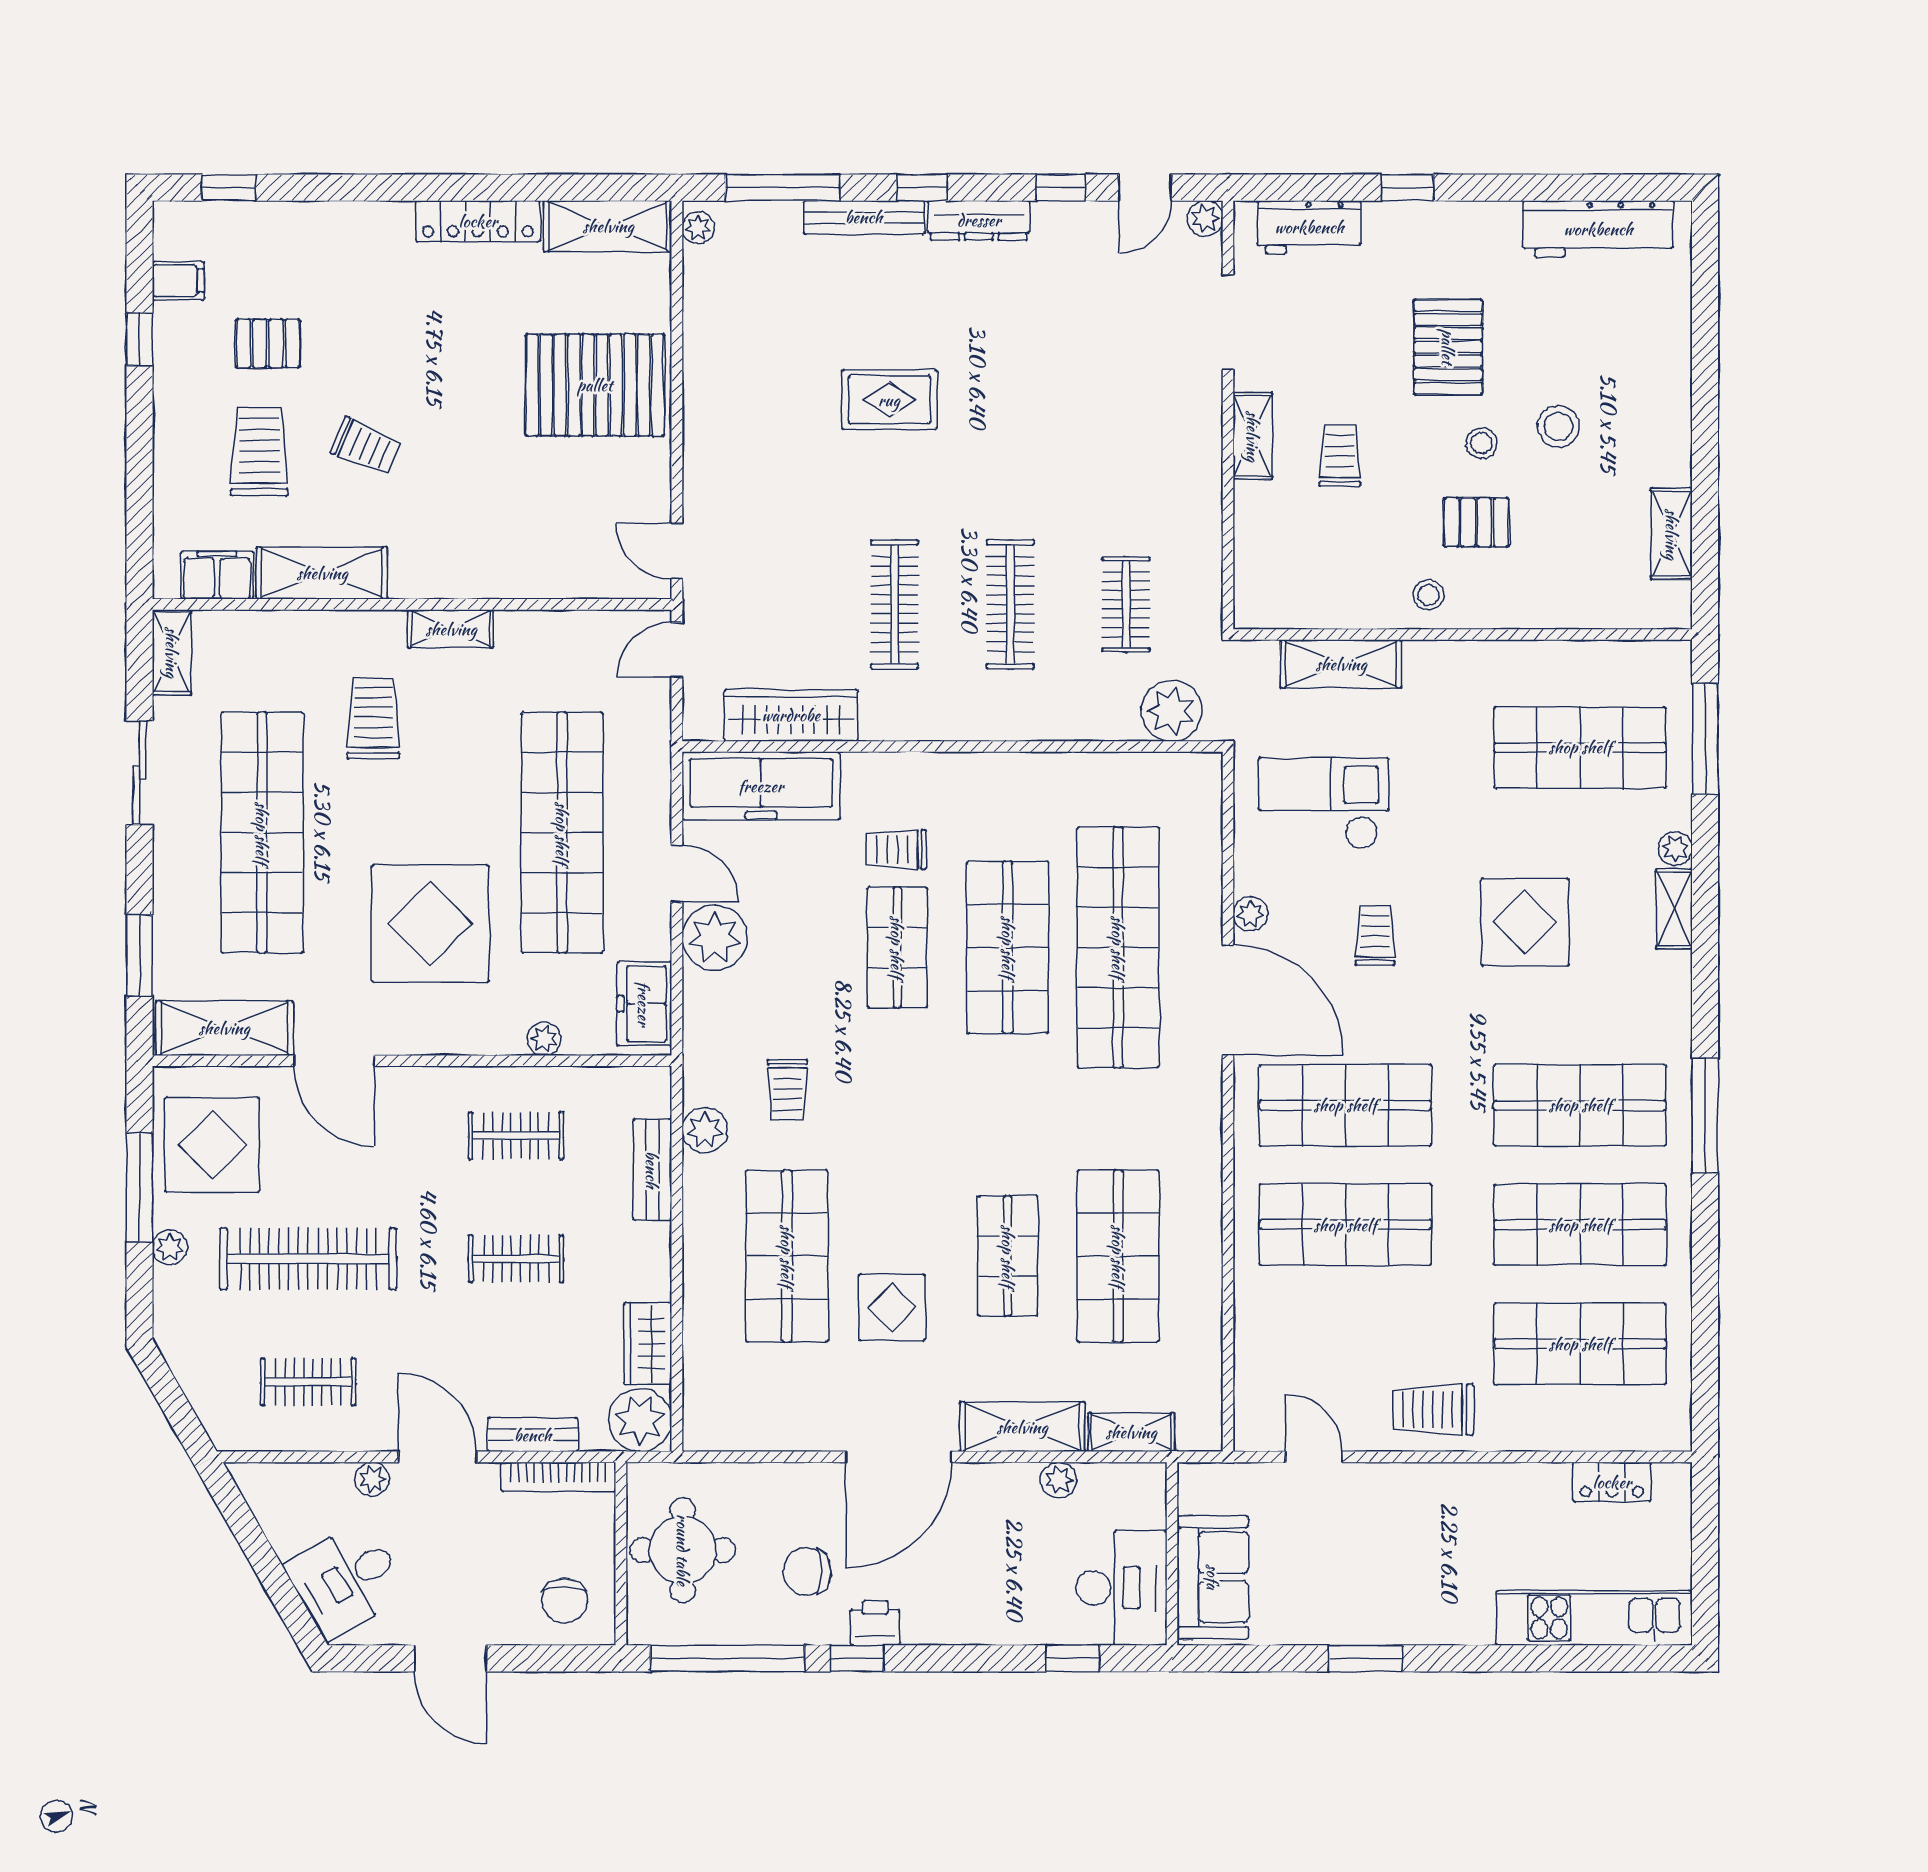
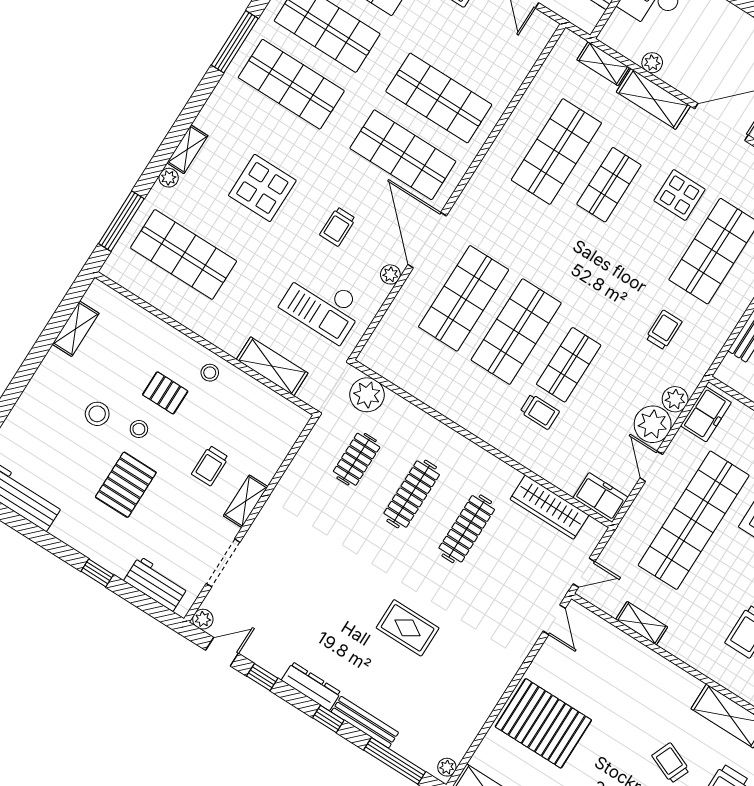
shelving: (451, 629) -> (642, 623), moved
freezer: (761, 786) -> (601, 497), width x0.52, depth x0.79
shop shelf: (1118, 947) -> (464, 298), width x0.71
plant: (705, 1130) -> (675, 399), moved

